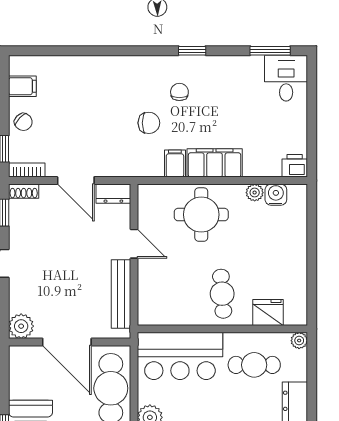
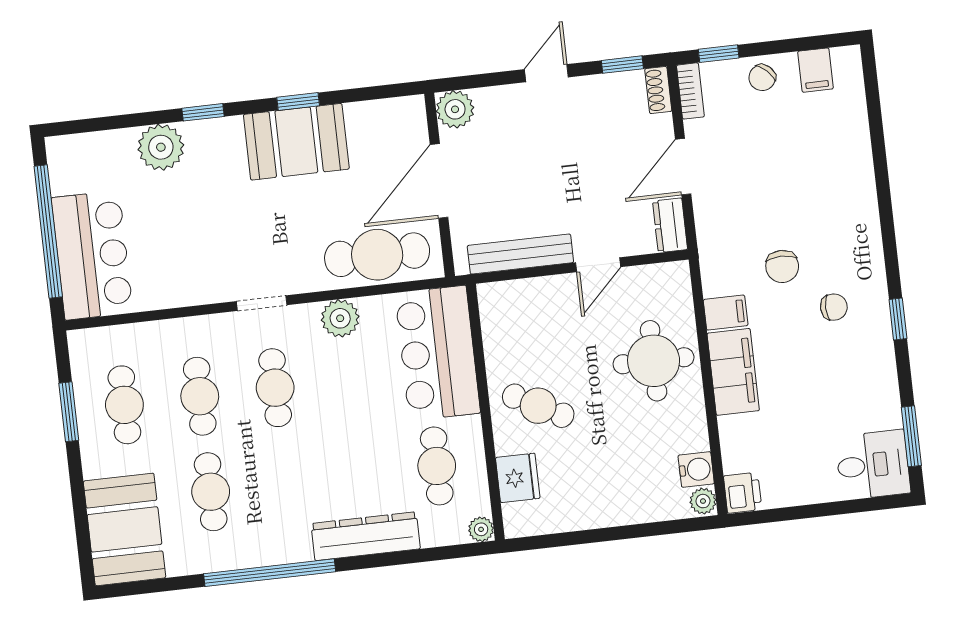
plant: (255, 193) -> (703, 501), moved
cafe table: (222, 294) -> (538, 406), turned 32

